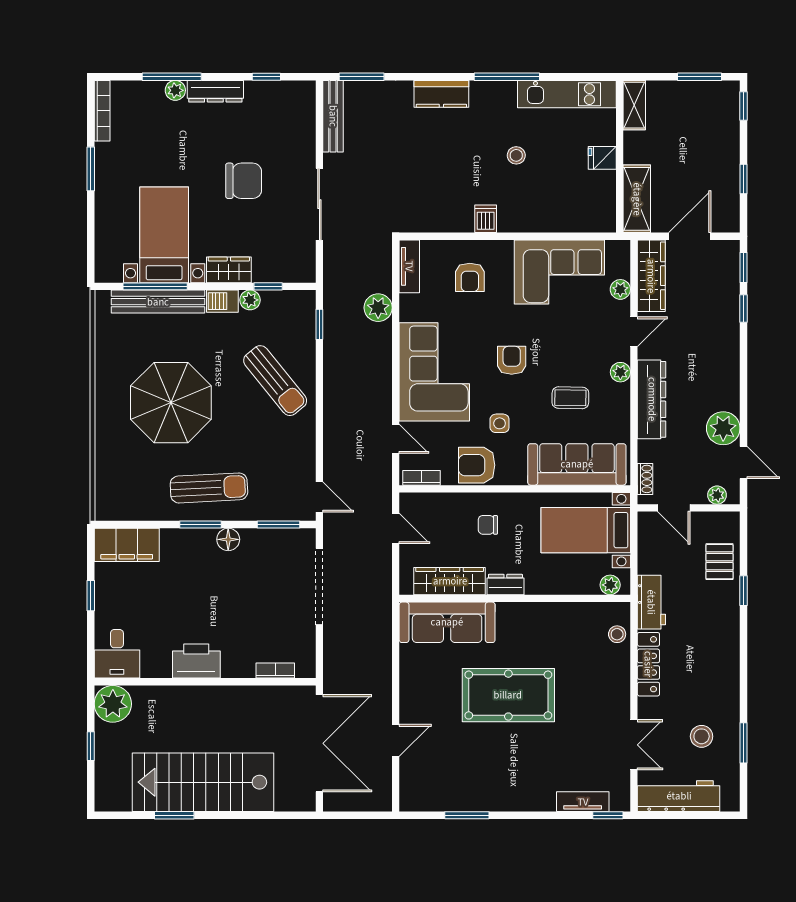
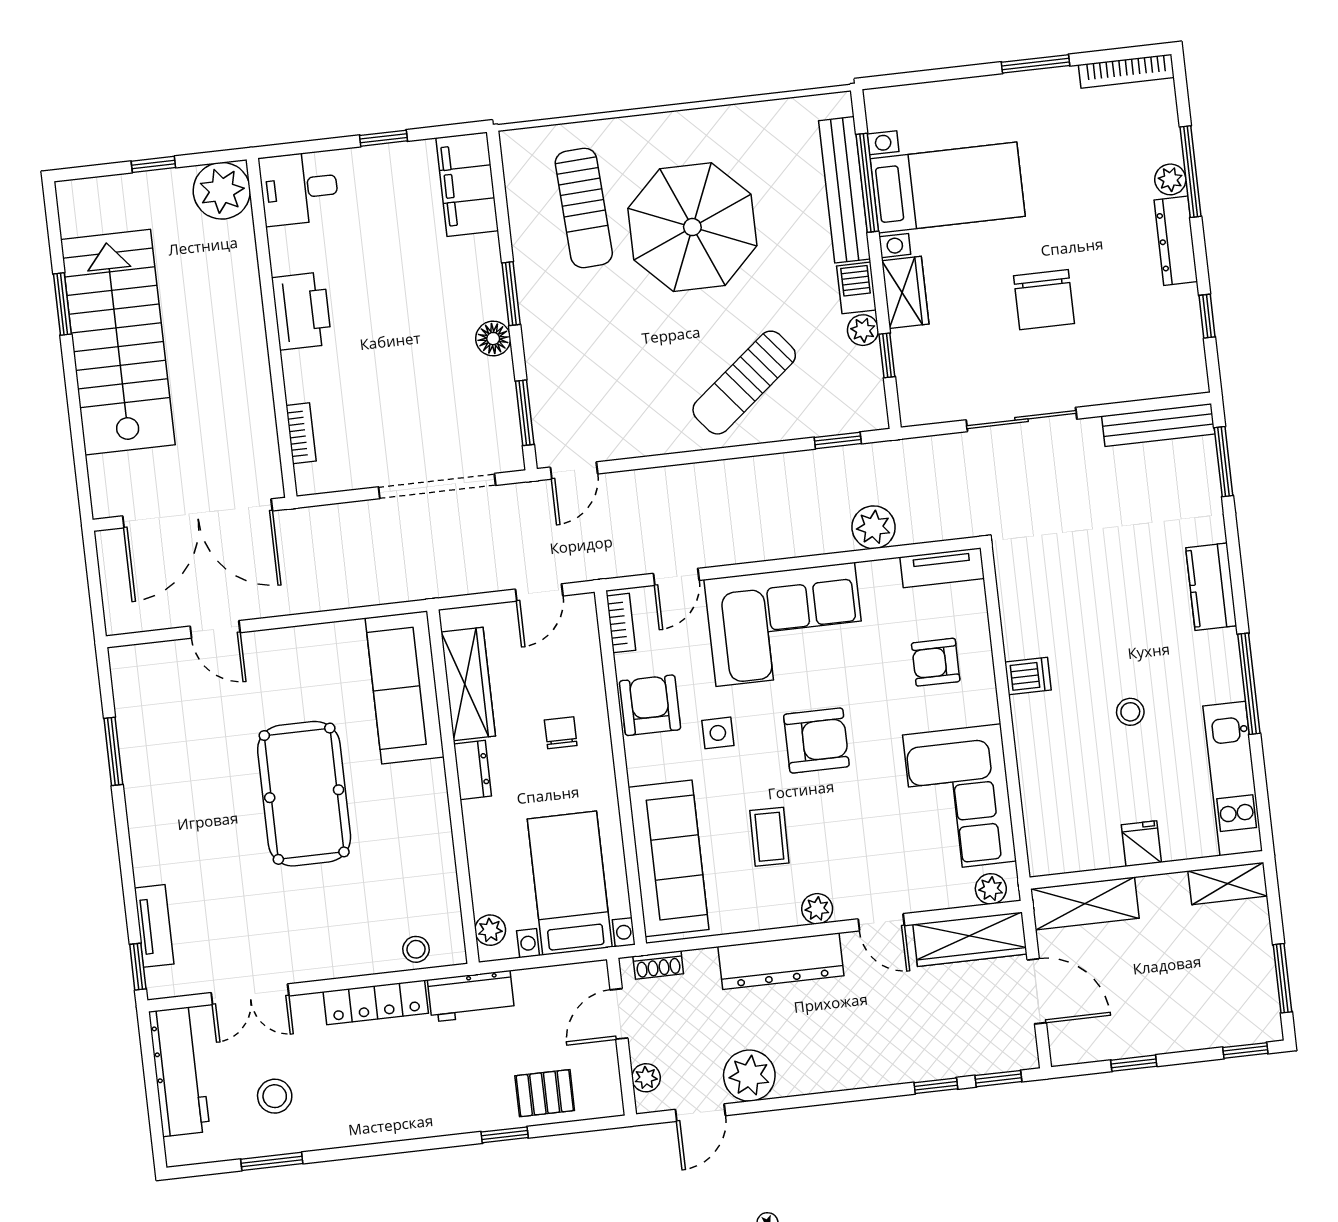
plant: (620, 289) -> (991, 889), moved
armchair: (512, 360) -> (816, 740), width x1.38, depth x1.38
sun lounger: (209, 488) -> (584, 208), moved

